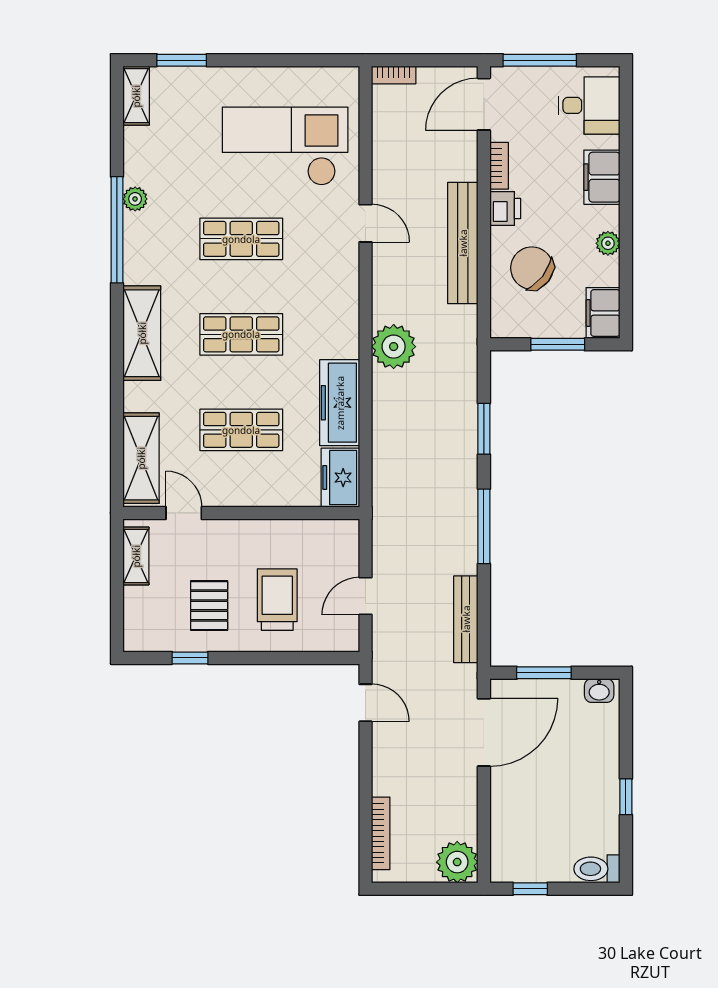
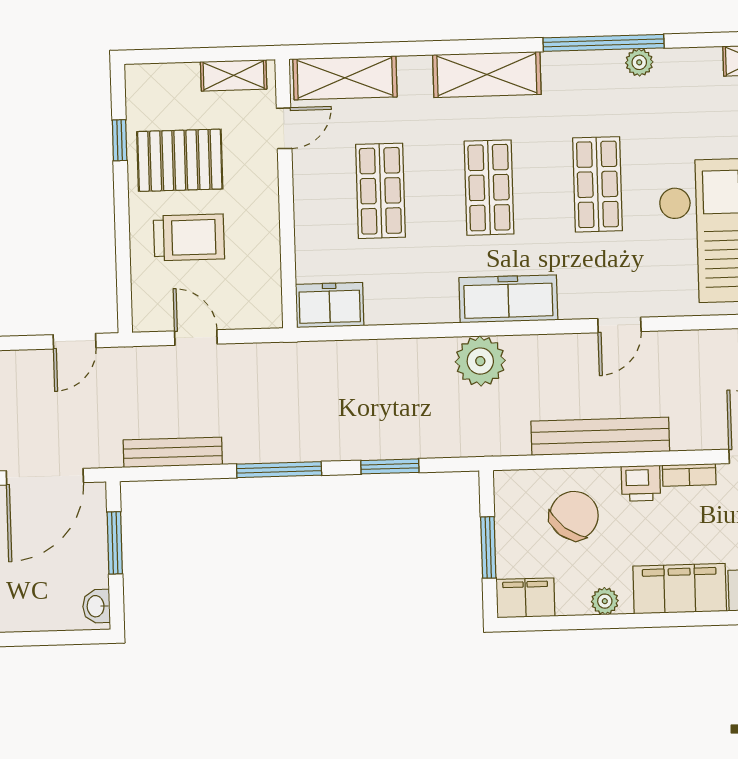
filing cabinet: (602, 177) -> (680, 589), width x1.50, depth x1.17
freezer: (340, 403) -> (508, 299), moved
pallet: (209, 606) -> (180, 160), width x1.50, depth x1.42
door: (484, 732) -> (45, 477), hinge flipped

